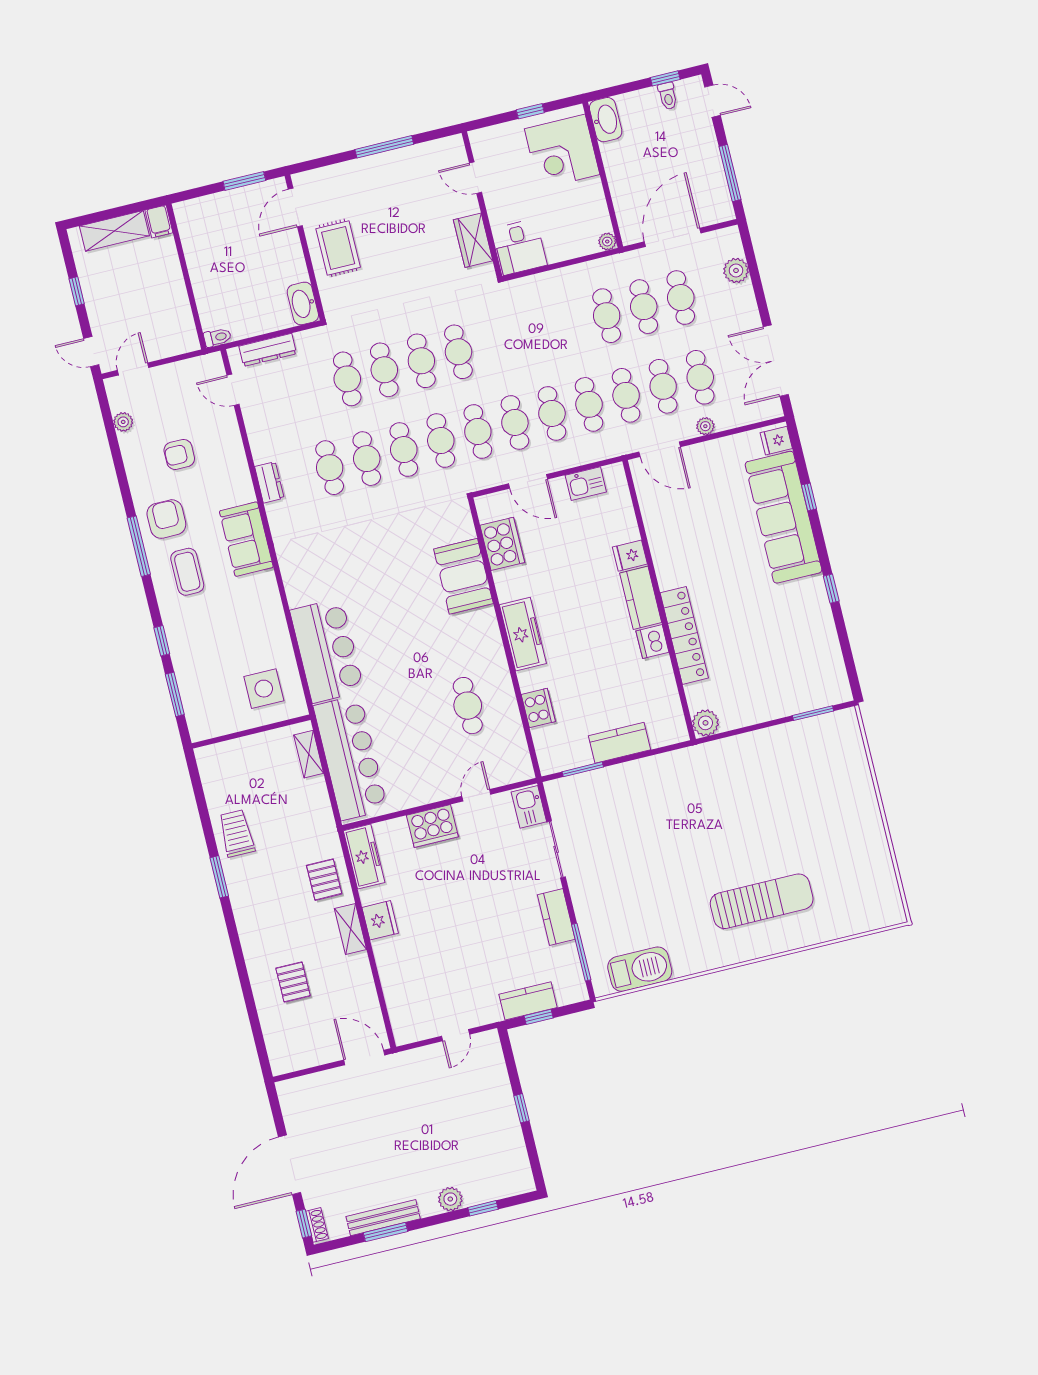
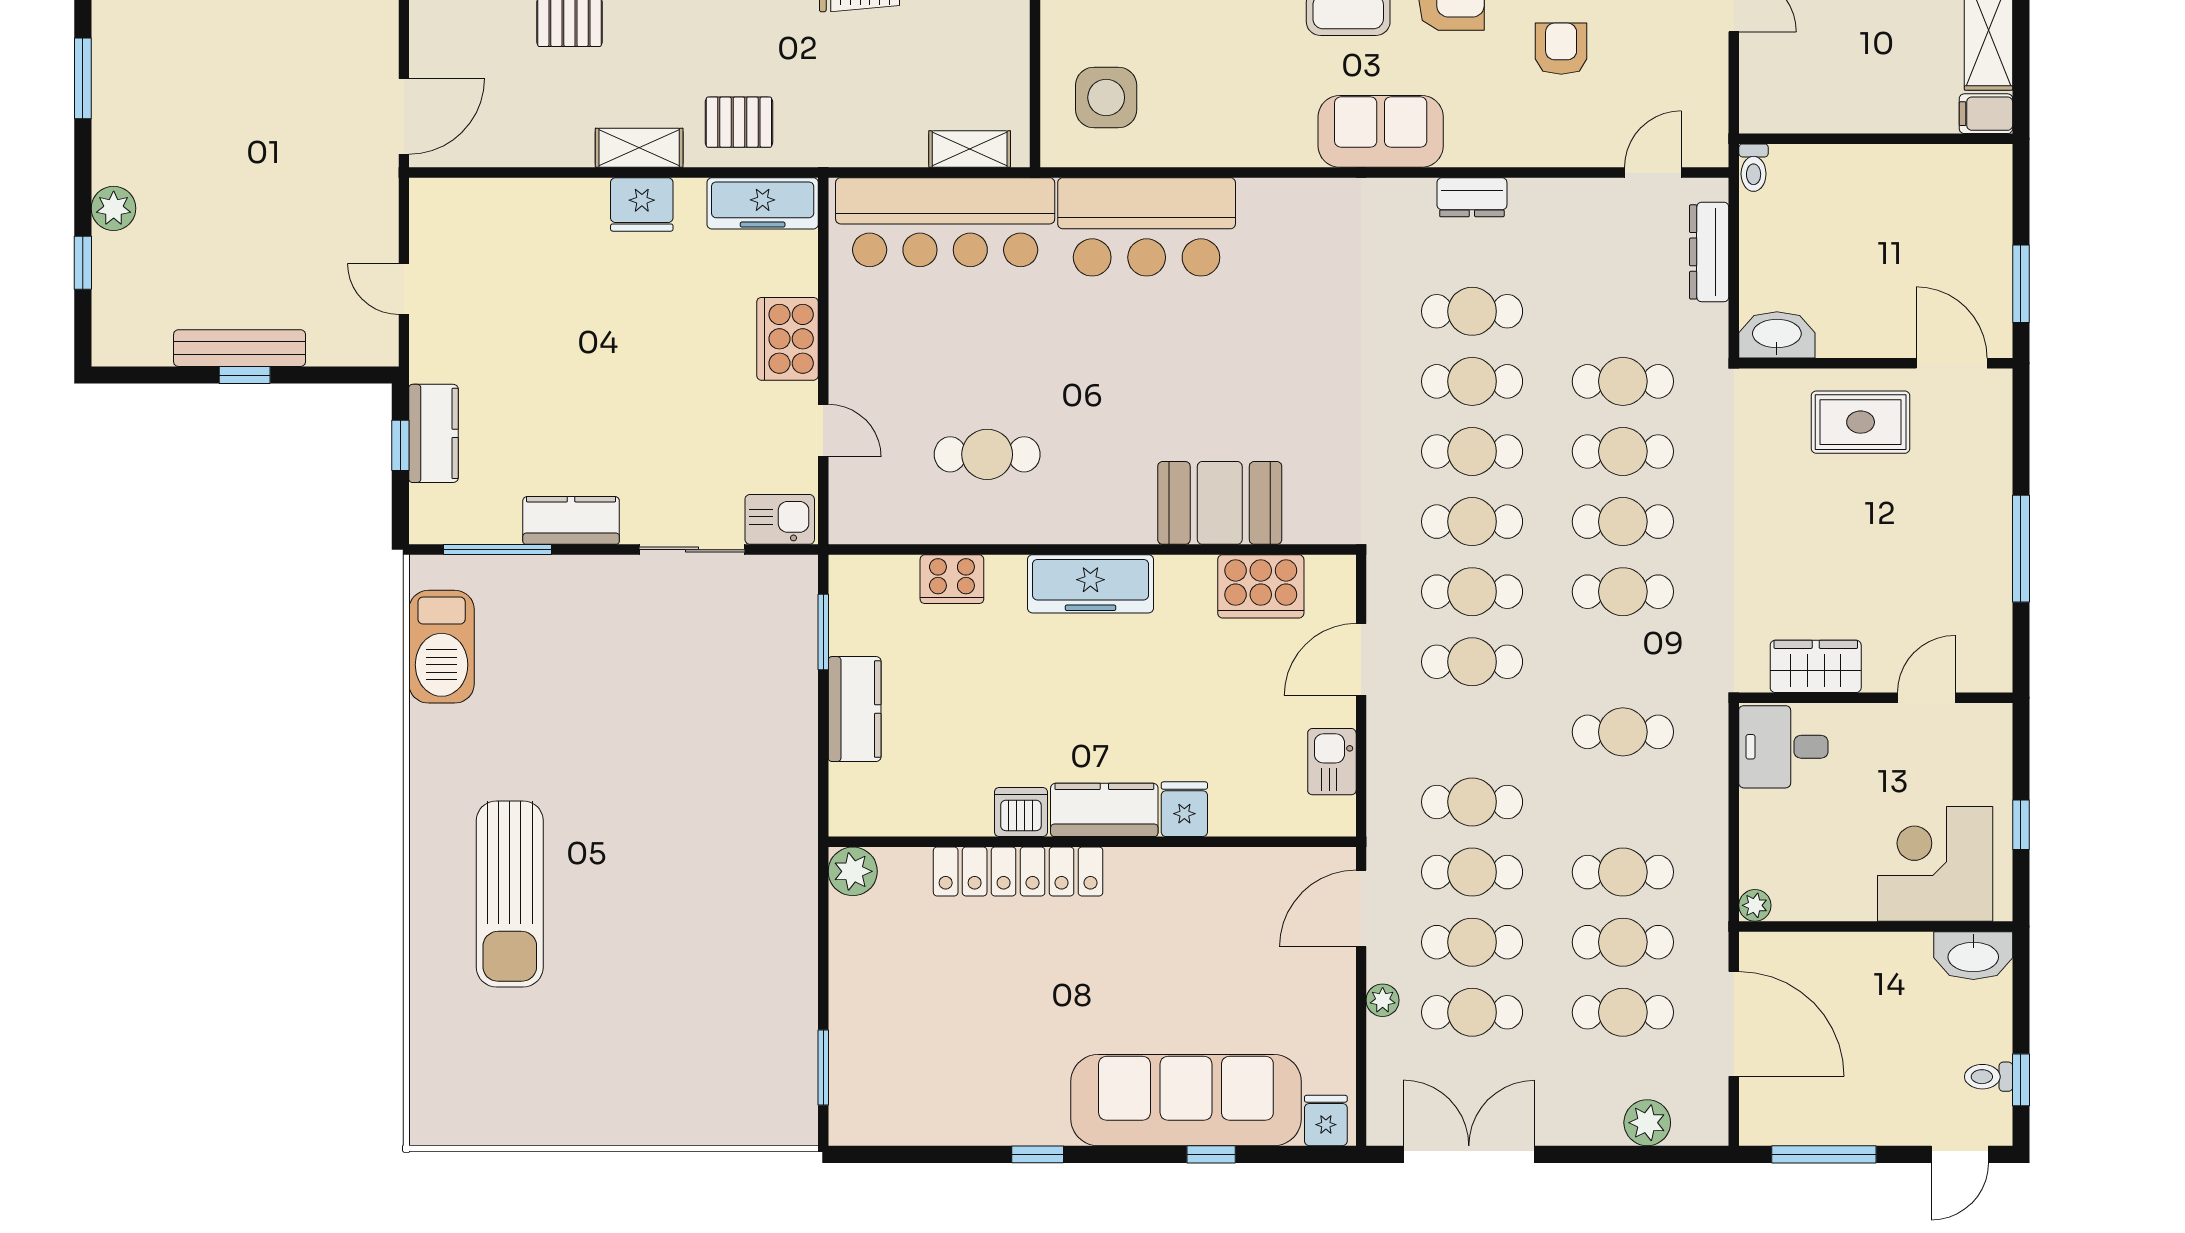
cafe table: (552, 413) -> (1623, 732), moved
bench: (383, 1218) -> (240, 348), moved, turned 90

